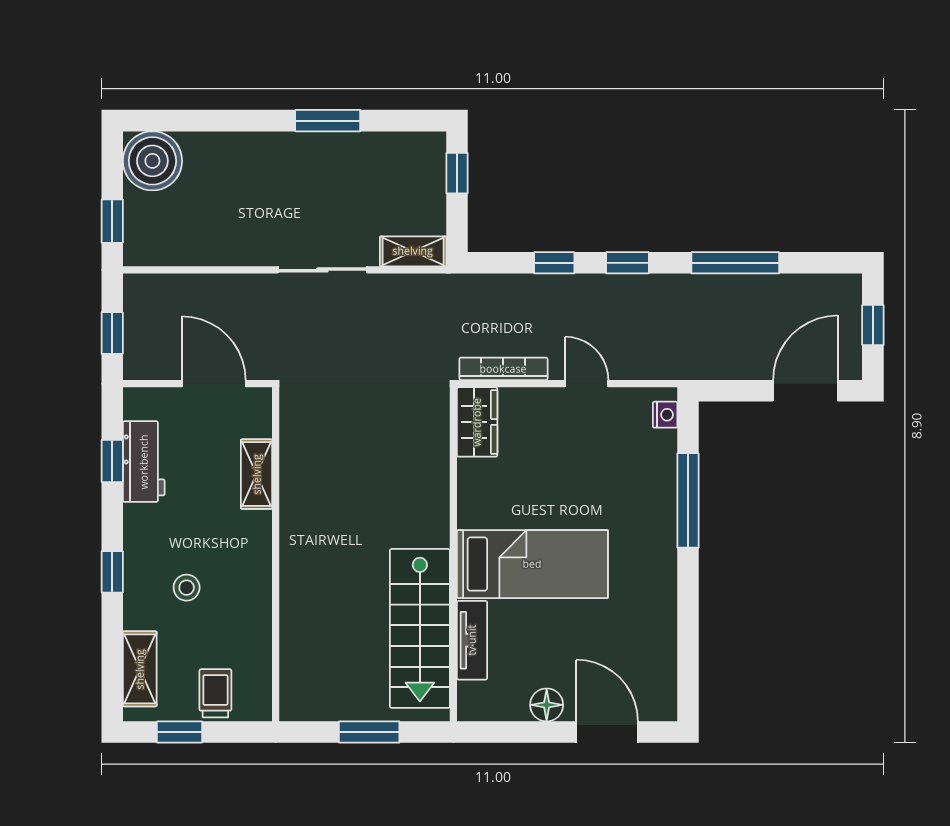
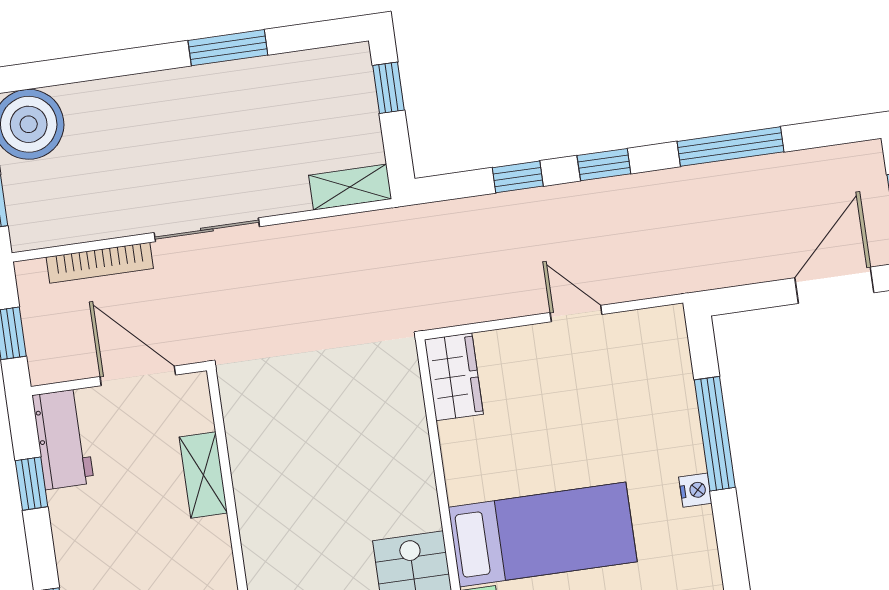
sliding door: (322, 270) -> (207, 230), moved
bookcase: (503, 369) -> (100, 263), moved, turned 180
nightstand: (665, 415) -> (695, 490), moved
workbench: (144, 462) -> (63, 439), moved

